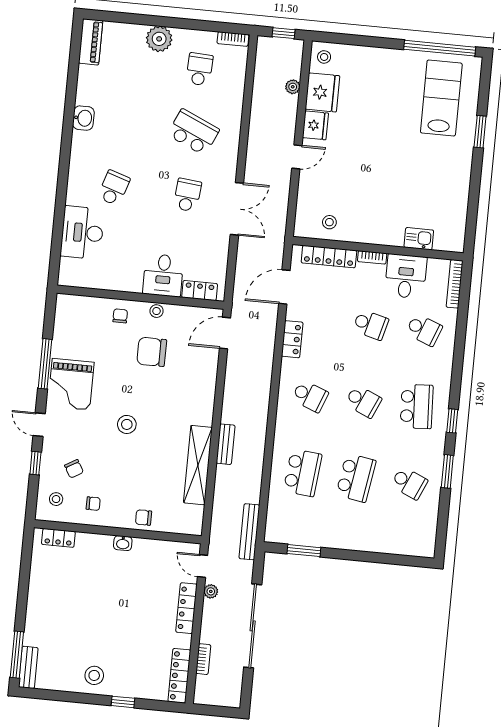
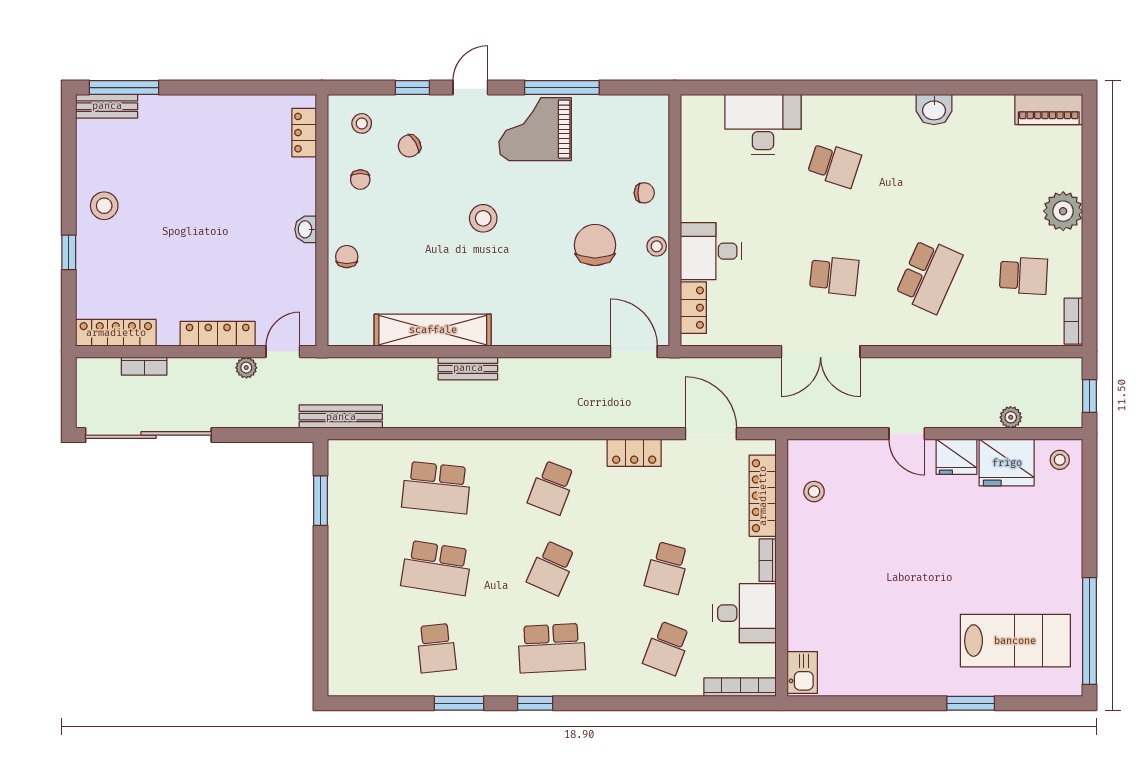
kitchen sink: (419, 239) -> (802, 672), moved
school desk: (409, 483) -> (436, 648), turned -30
sliding door: (253, 626) -> (148, 435), moved

